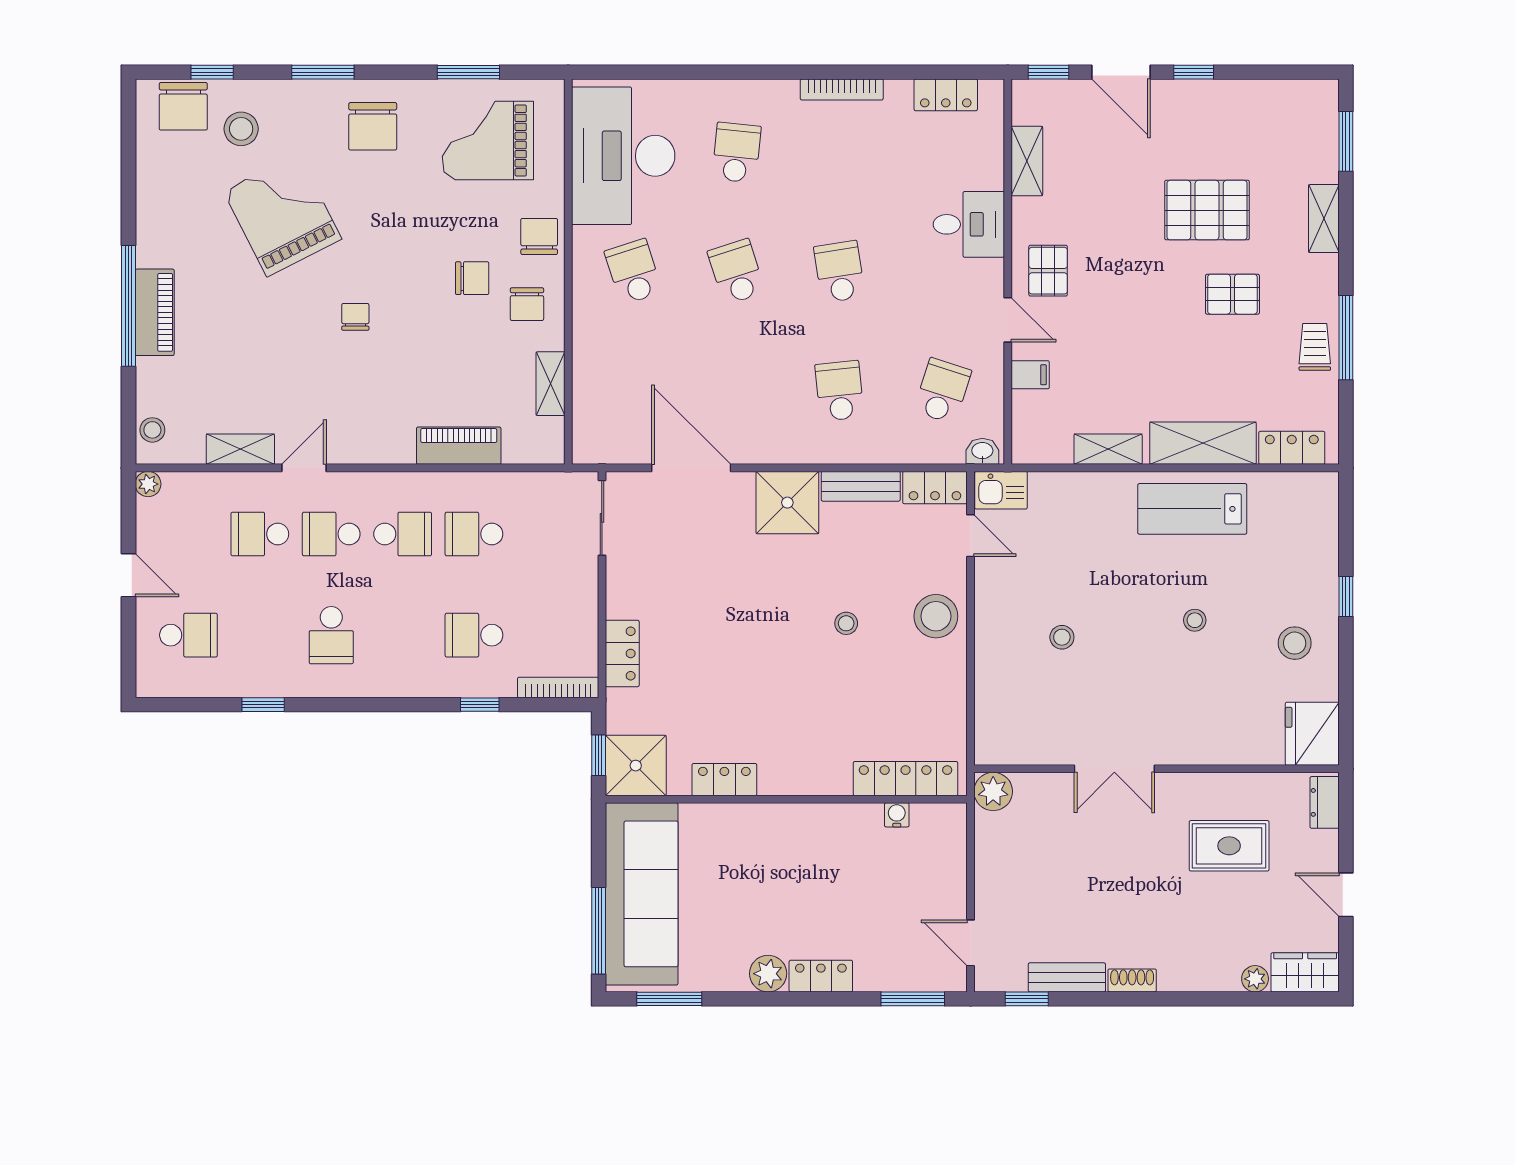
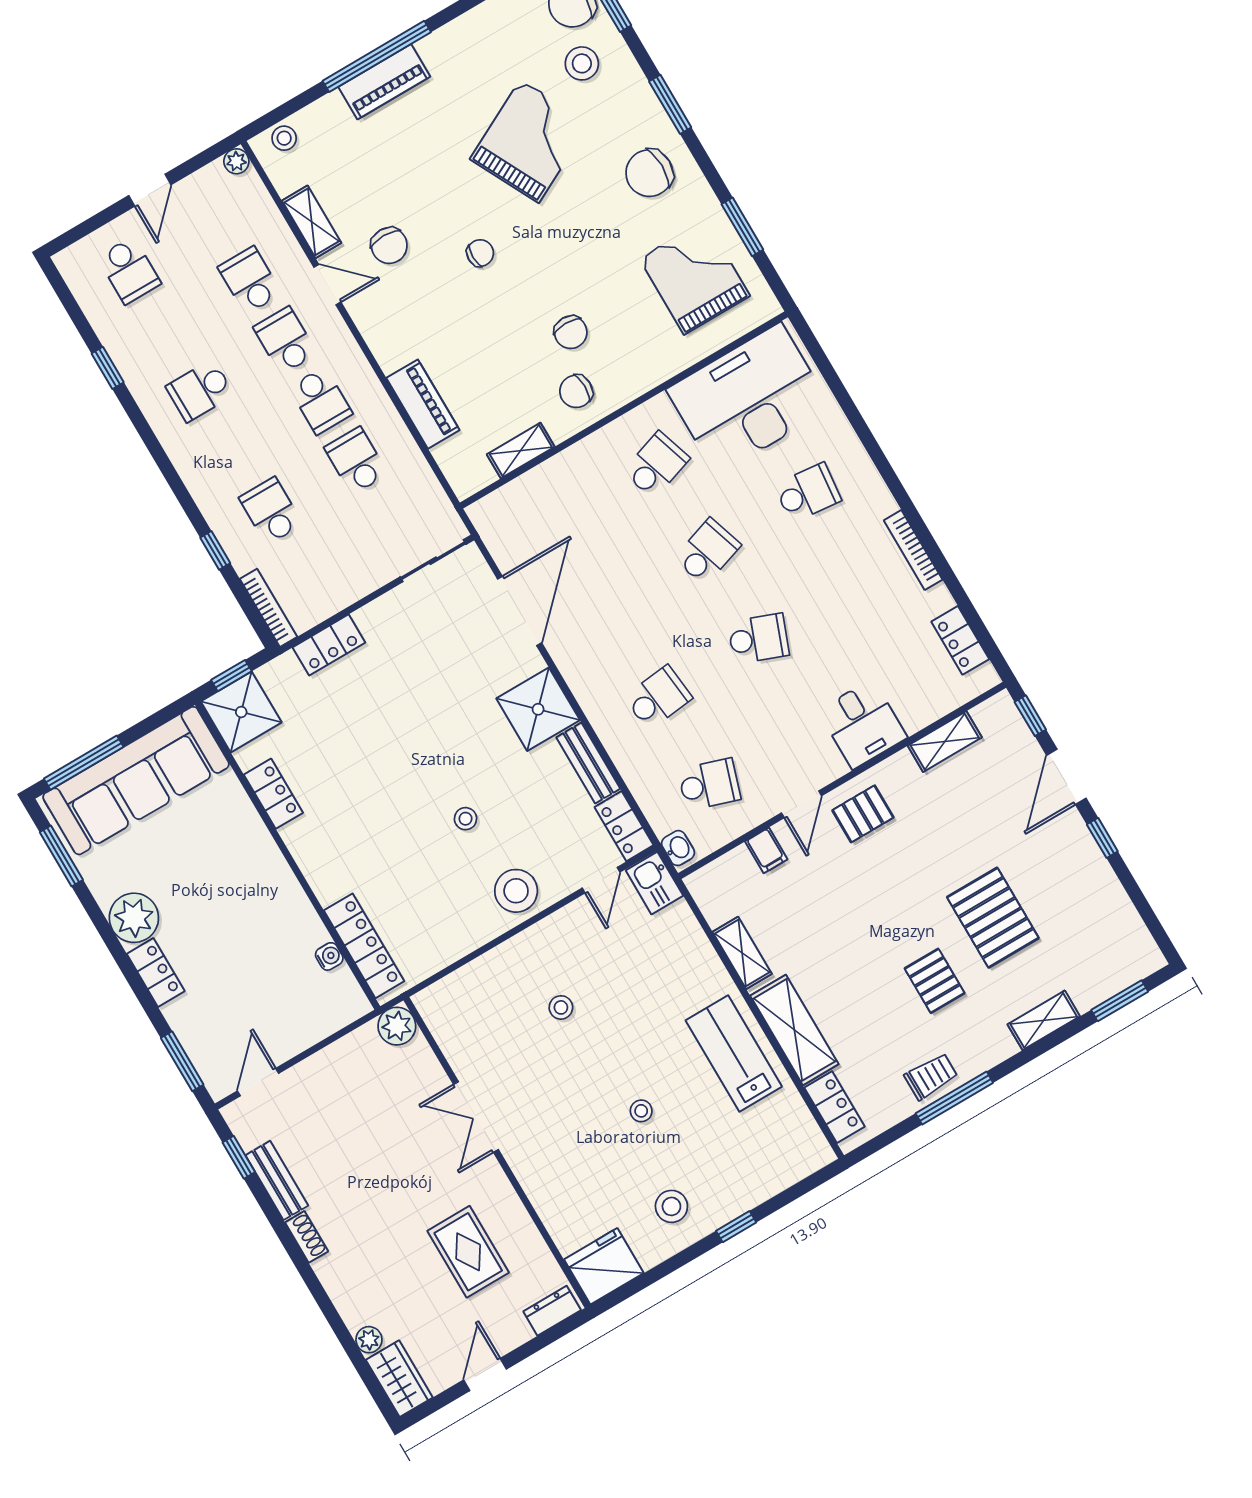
chair: (539, 236) -> (389, 246), moved, turned 90
school desk: (839, 272) -> (758, 639), turned 30
plant: (768, 974) -> (134, 918), width x1.36, depth x1.36

